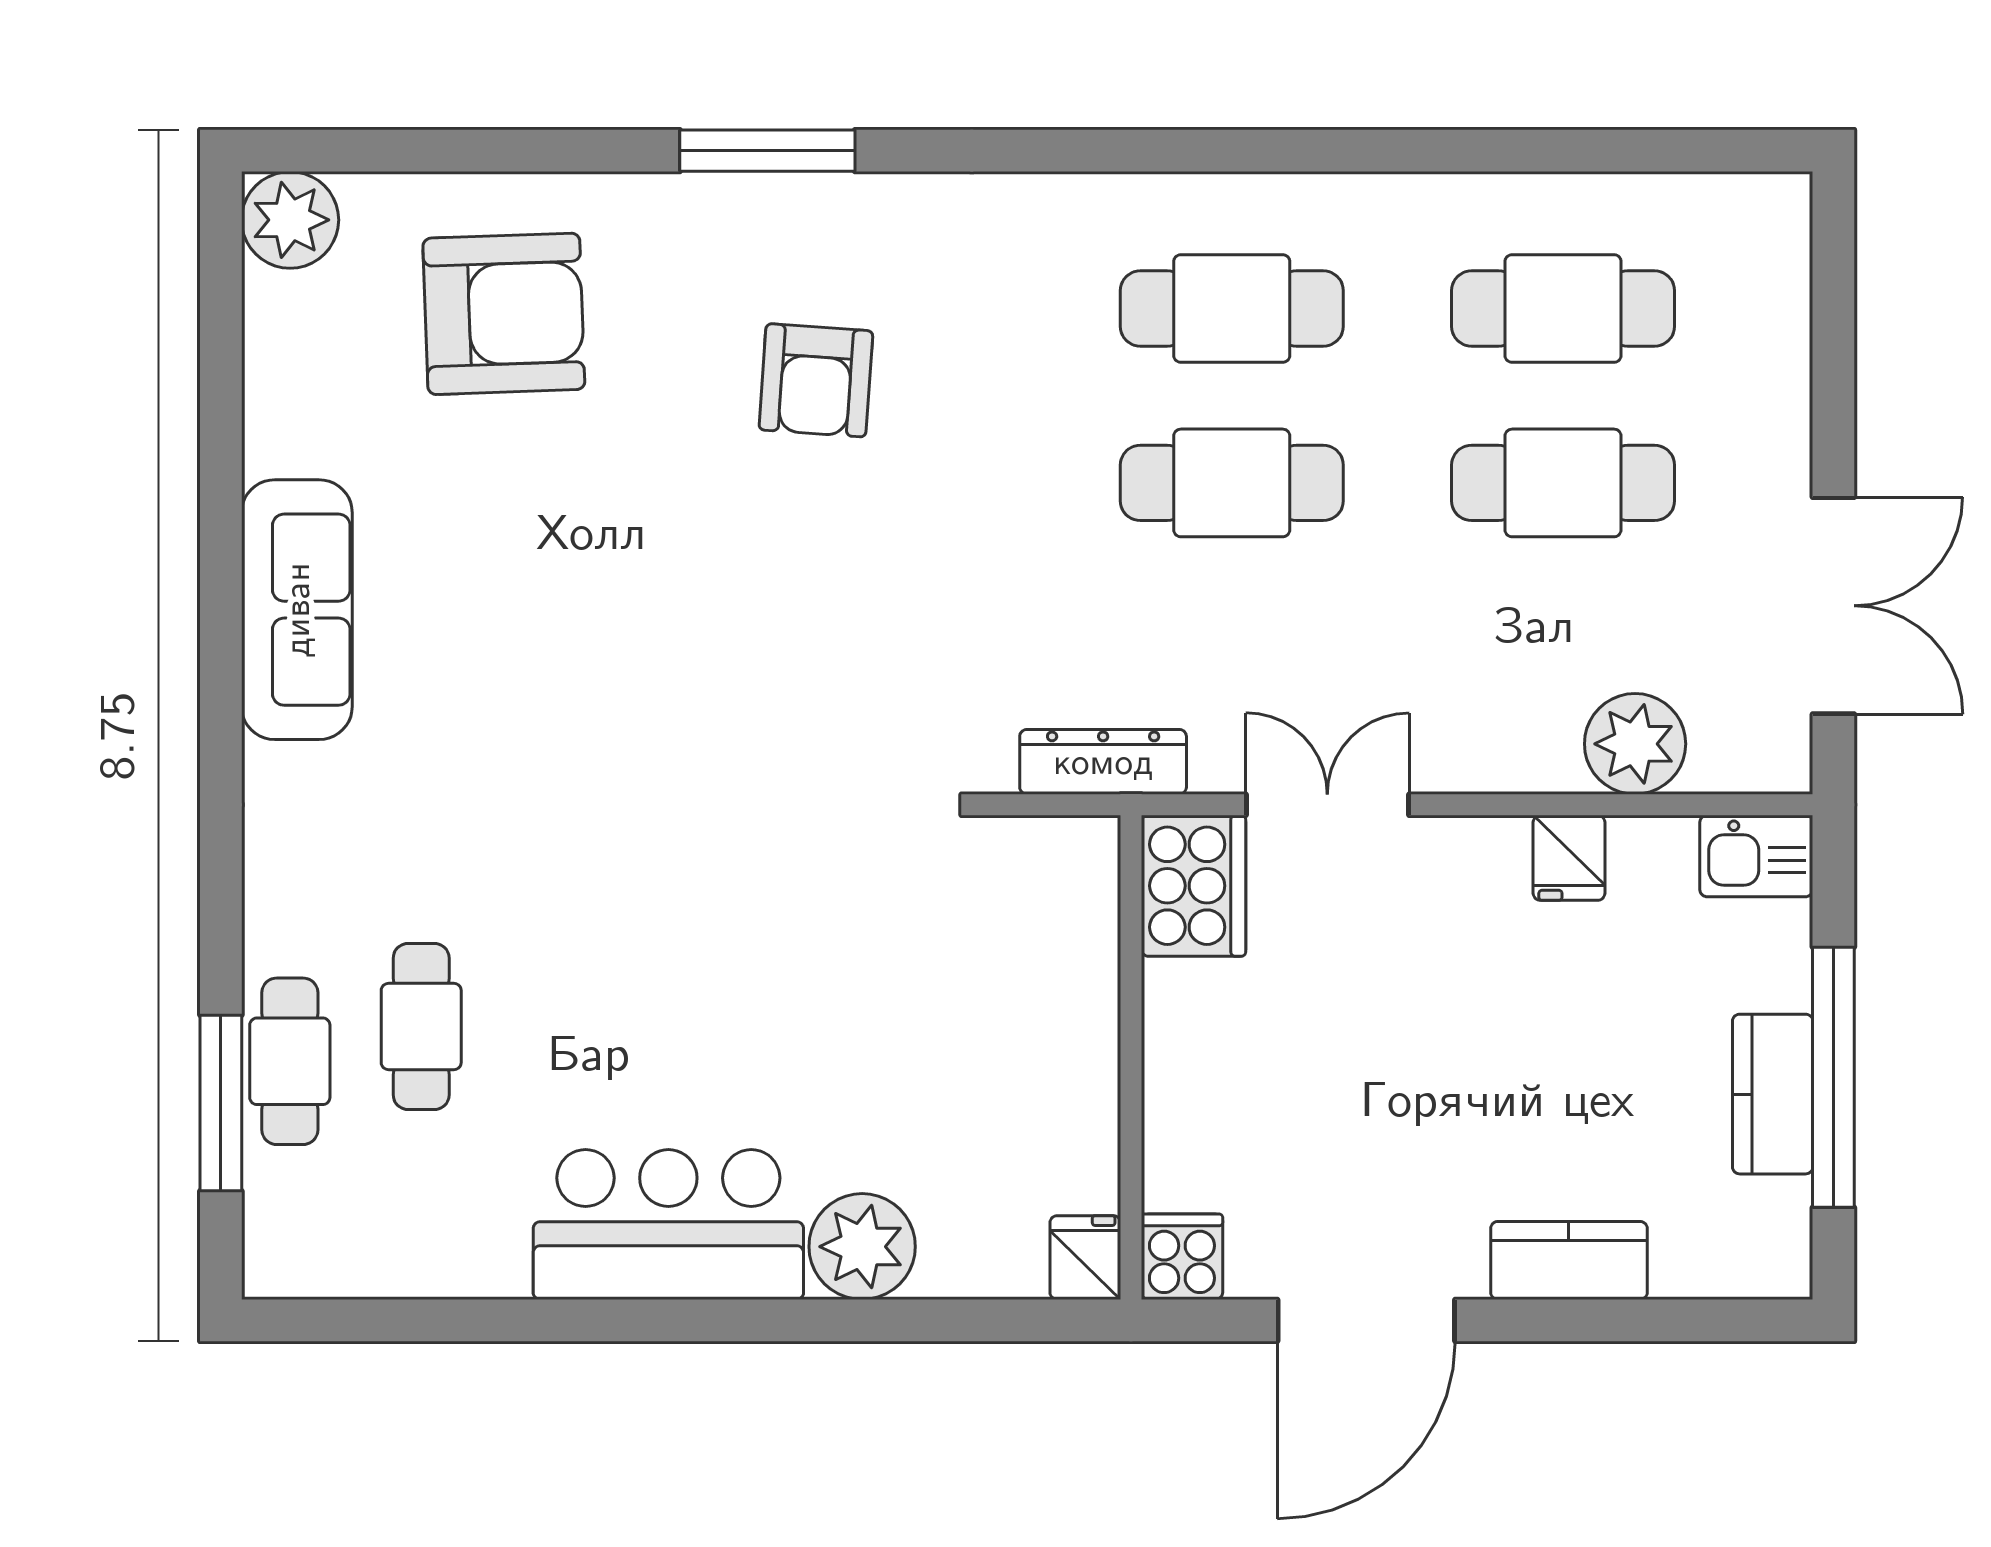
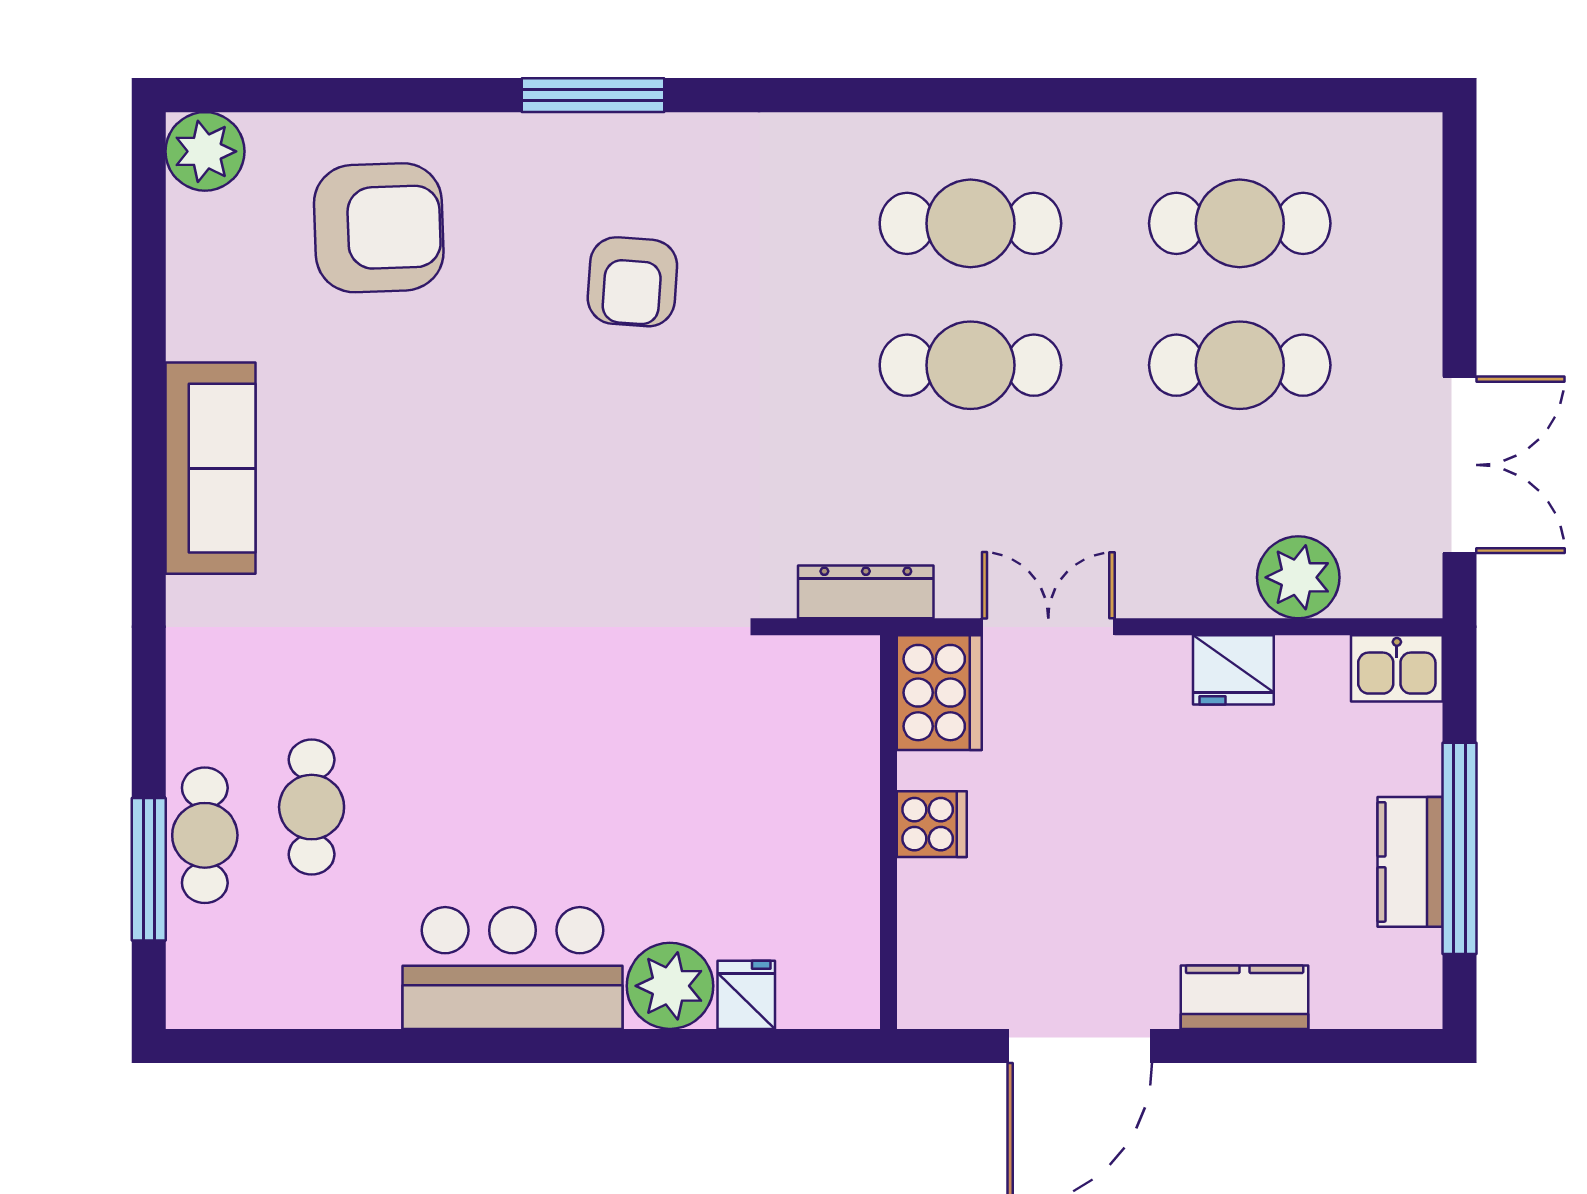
fridge: (1569, 858) -> (1233, 670), width x1.38
cooker: (1182, 1257) -> (932, 824), moved, turned 90
fridge: (1085, 1258) -> (746, 995), moved

